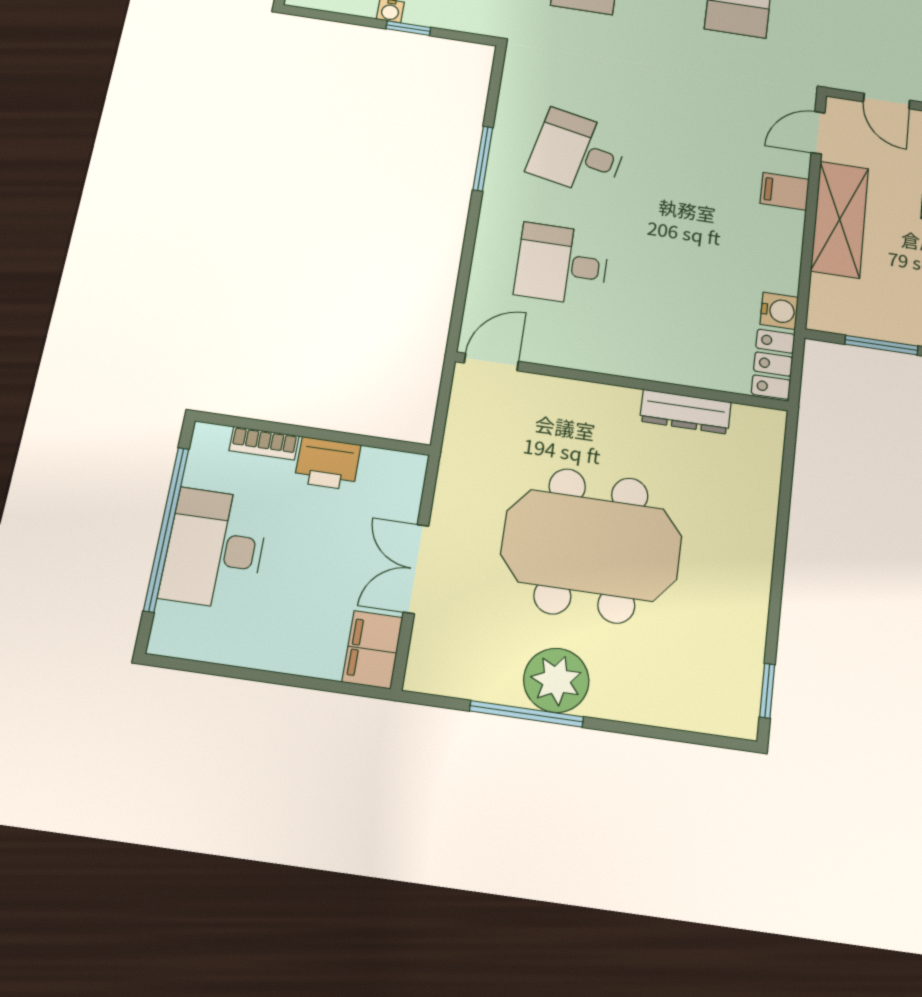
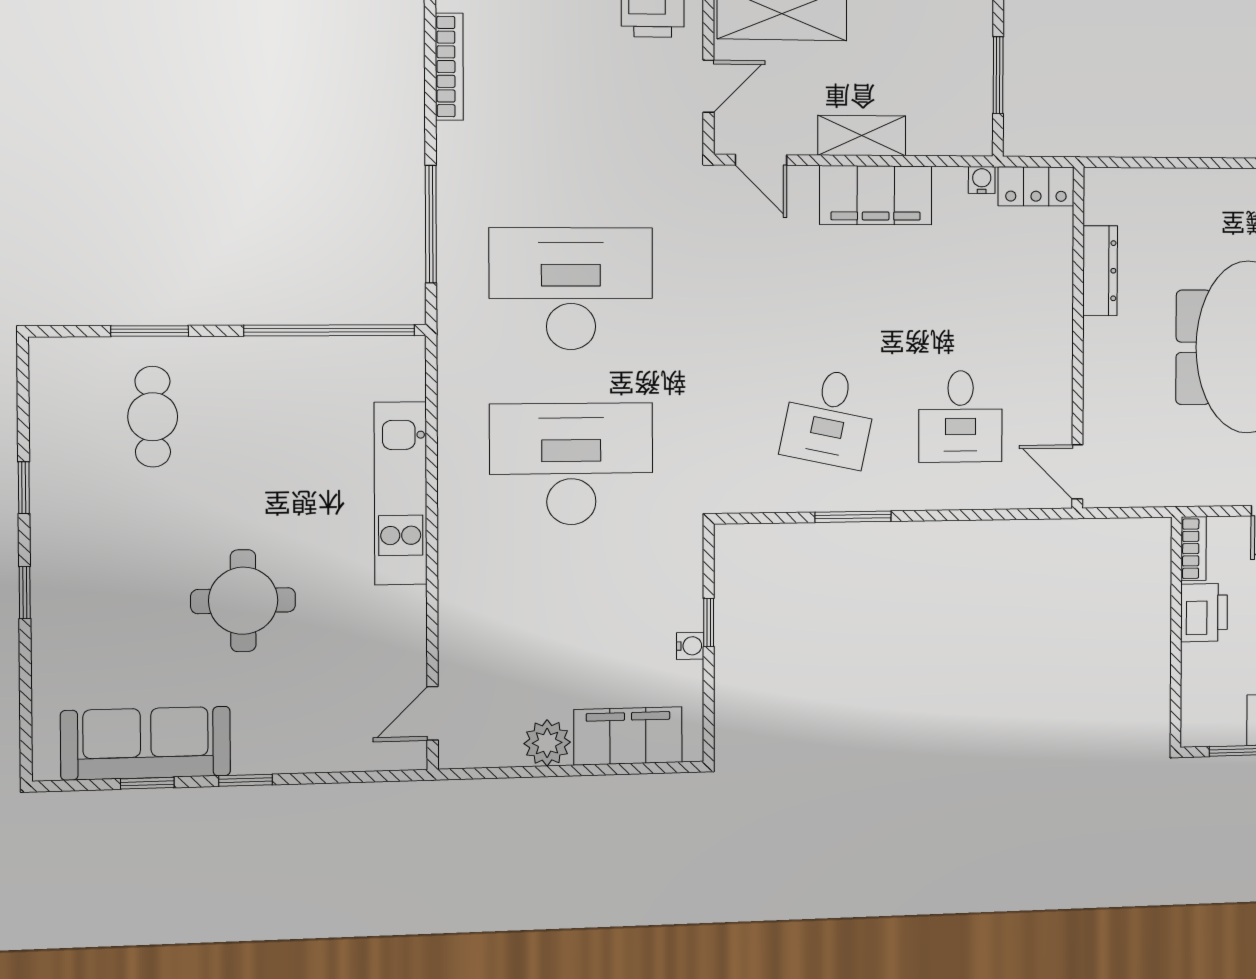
filing cabinet: (785, 191) -> (876, 195), width x3.00, depth x1.17
shelving: (840, 219) -> (862, 136), width x0.67, depth x0.75
water cooler: (779, 311) -> (982, 180), width x0.72, depth x0.72
bookcase: (264, 443) -> (1194, 549), moved

